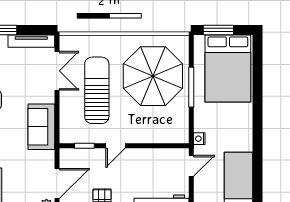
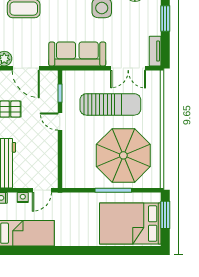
tv unit: (31, 41) -> (155, 51), width x0.71
sofa: (41, 127) -> (77, 54), width x1.36
nightstand: (199, 139) -> (23, 198), moved
door: (191, 166) -> (42, 190), hinge flipped

